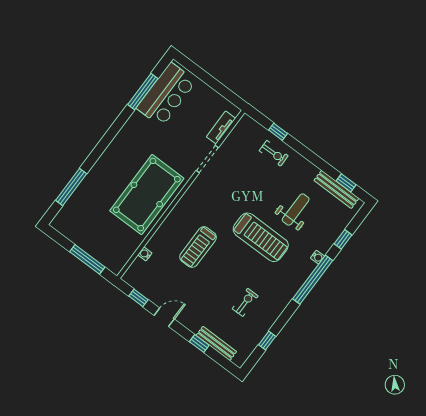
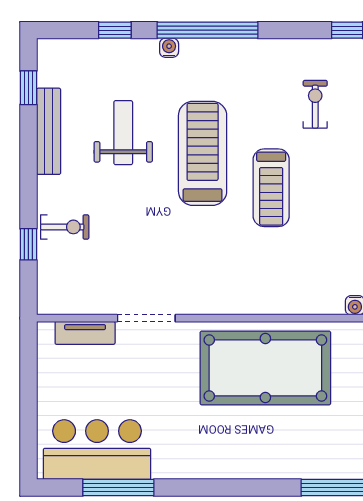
exercise bike: (274, 153) -> (65, 227), turned 91
bench: (336, 189) -> (49, 131), moved
weight bench: (296, 210) -> (123, 133), turned 90
treadmill: (198, 247) -> (271, 188), moved, turned 90
exercise bike: (245, 302) -> (315, 104), turned 90

